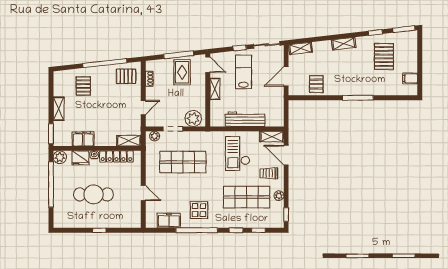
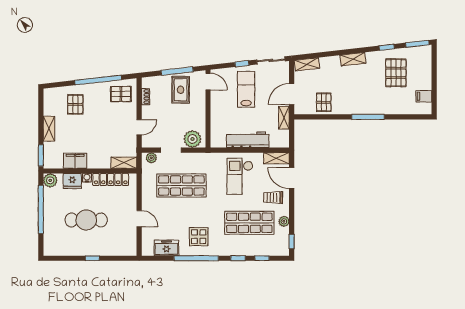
shelving: (215, 89) -> (284, 118), moved

